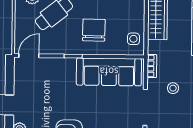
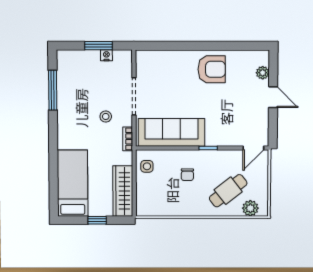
chair: (94, 30) -> (187, 175), width x0.54, depth x0.54

